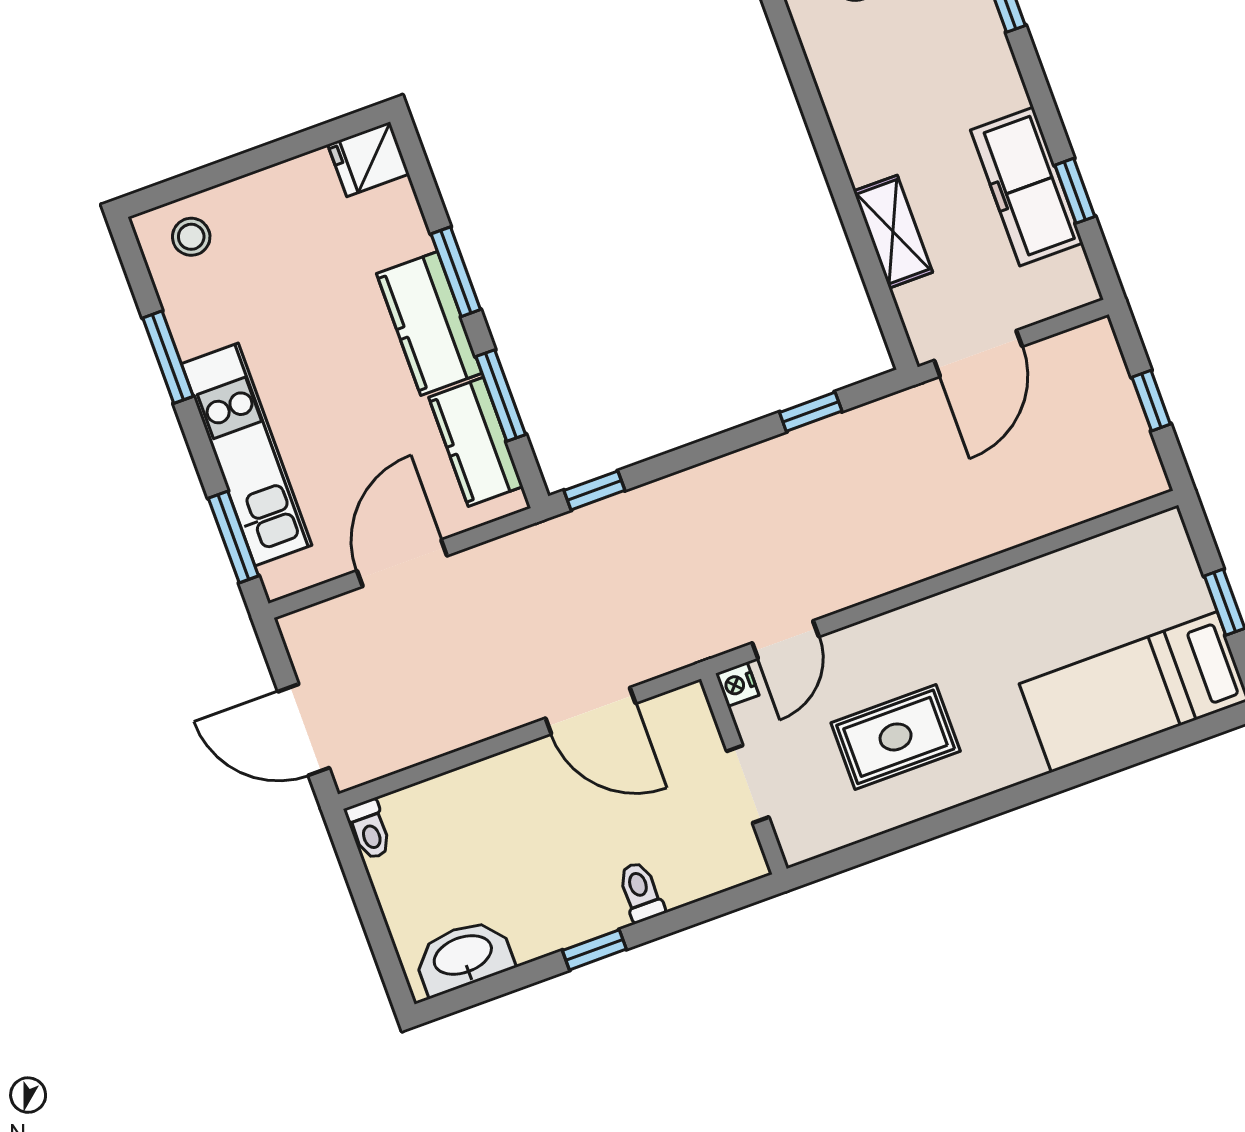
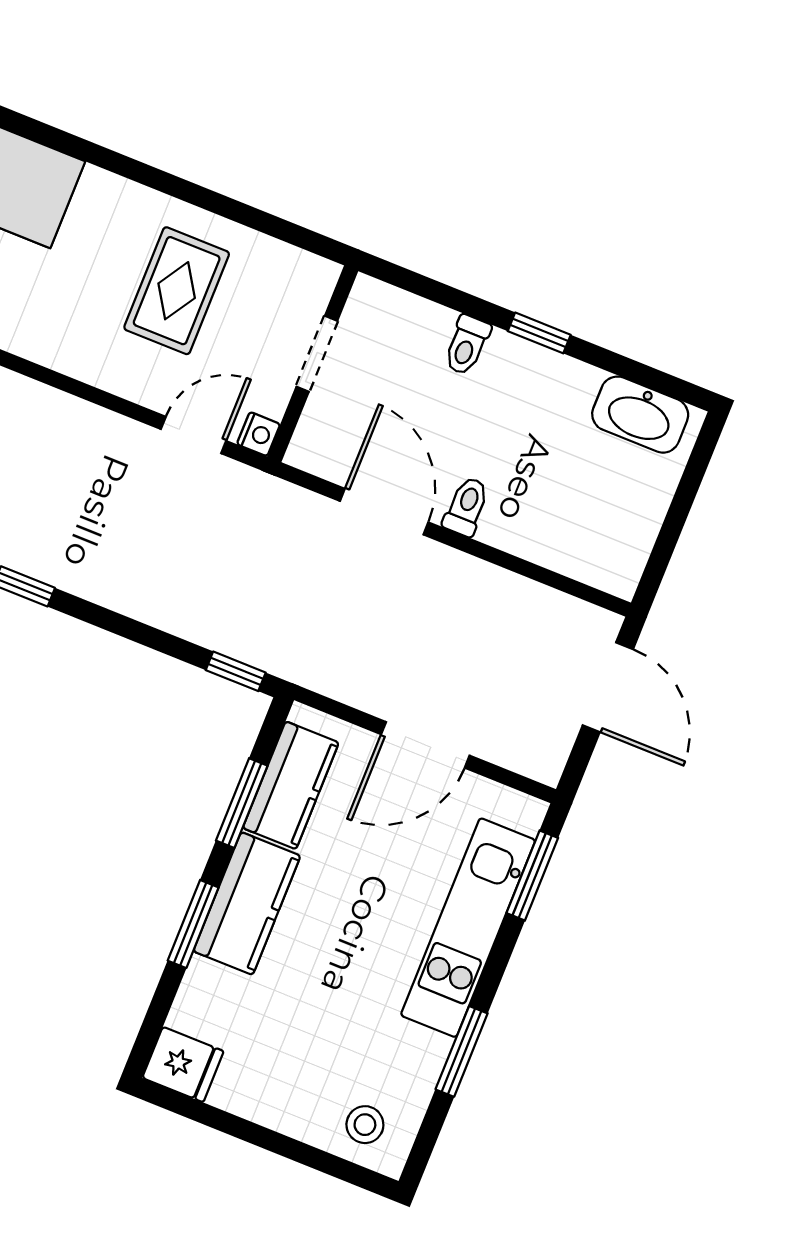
rug: (896, 737) -> (177, 291), turned 90
toilet: (369, 829) -> (466, 507), moved

